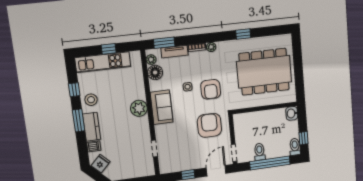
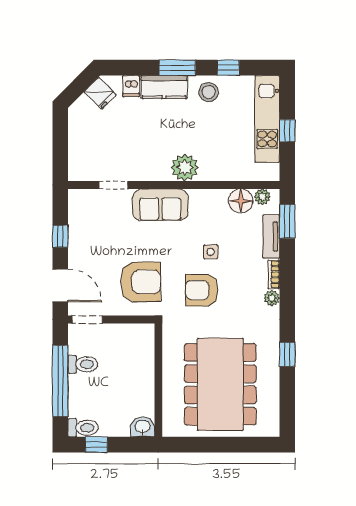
sofa: (162, 107) -> (160, 205), moved

